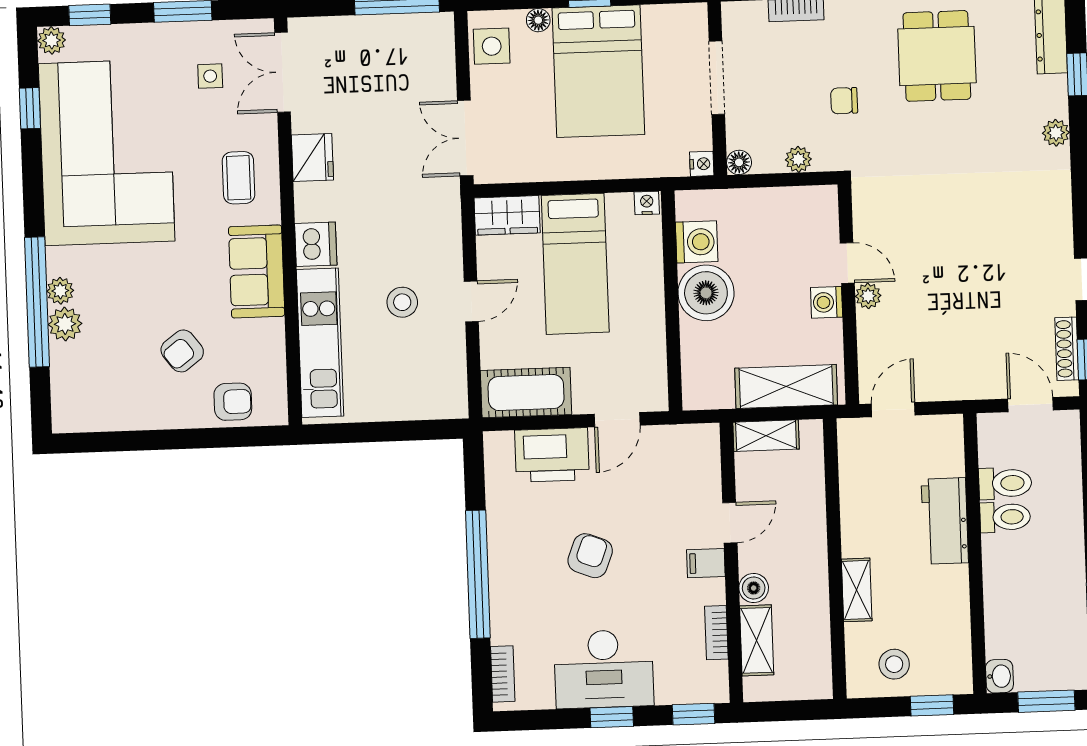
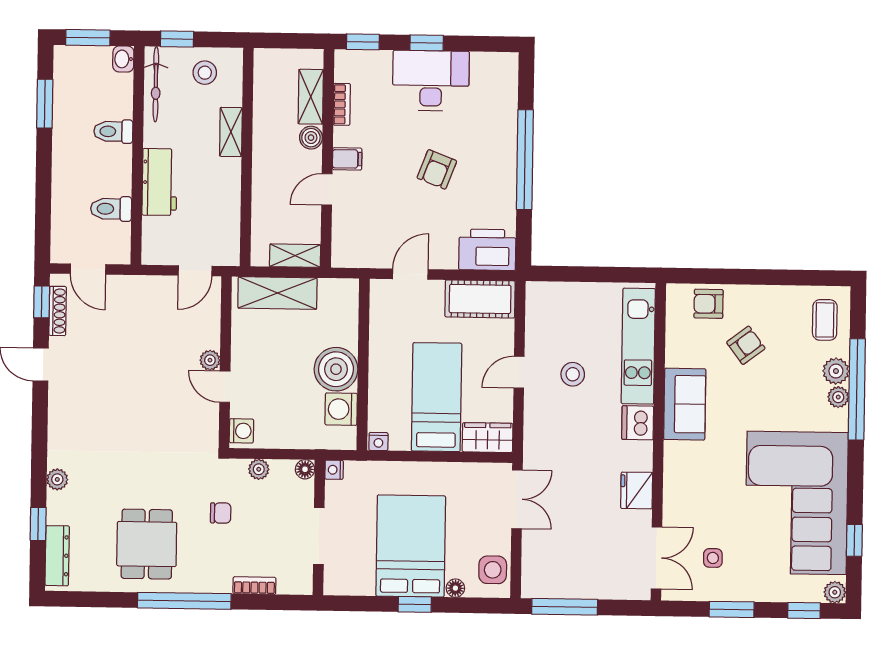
coffee table: (239, 178) -> (825, 320), moved
washing machine: (827, 302) -> (241, 431), moved
printer: (552, 455) -> (487, 250), moved
toilet: (1005, 517) -> (113, 131), moved
bicycle: (956, 646) -> (156, 84), added
bookcase: (503, 674) -> (510, 81), removed

